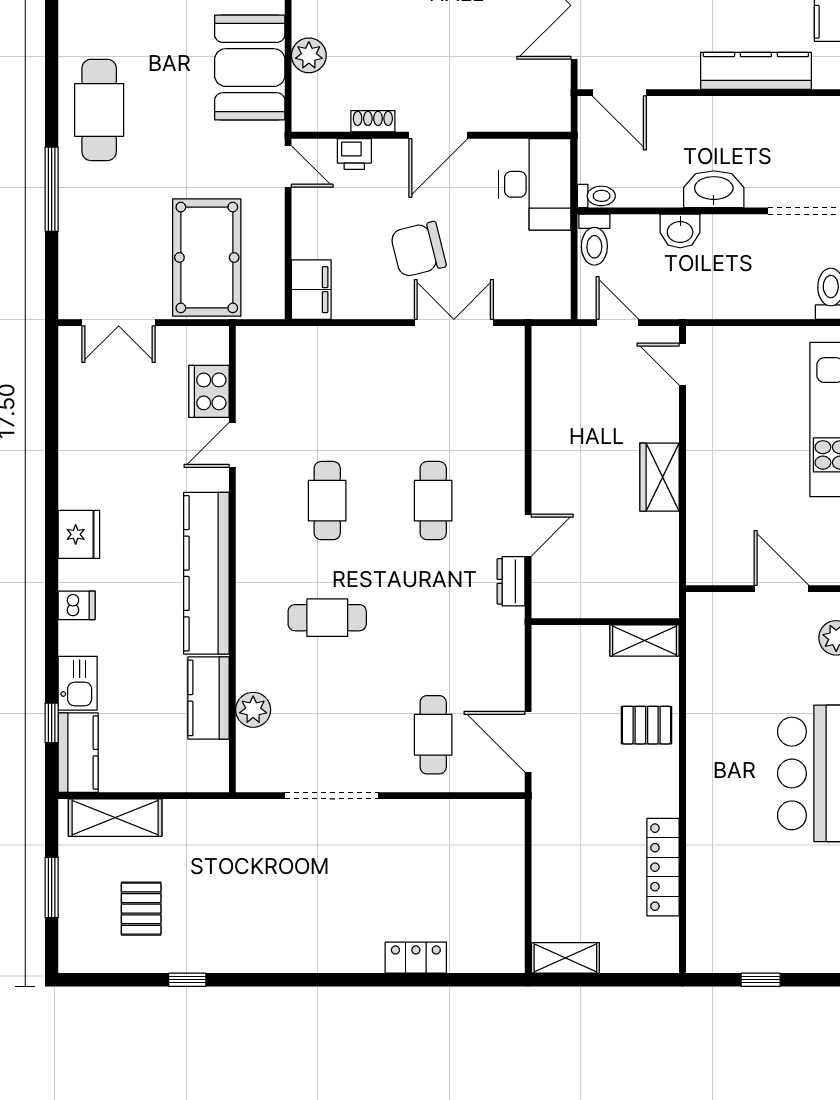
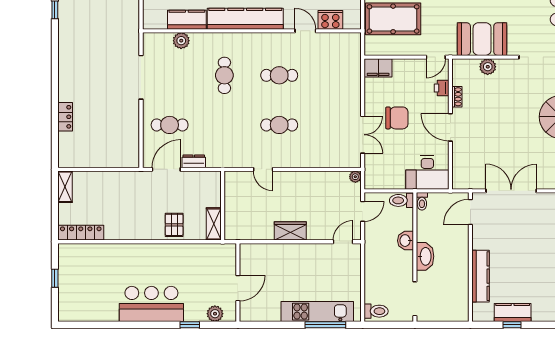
chair: (418, 249) -> (397, 118), turned 104
plant: (544, 338) -> (355, 177), added
dresser: (511, 581) -> (194, 161), moved
locker: (663, 867) -> (81, 233), moved

